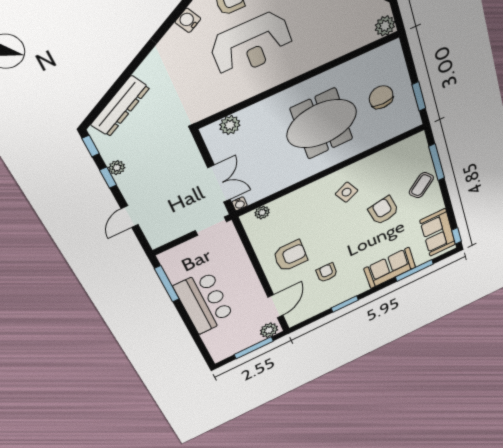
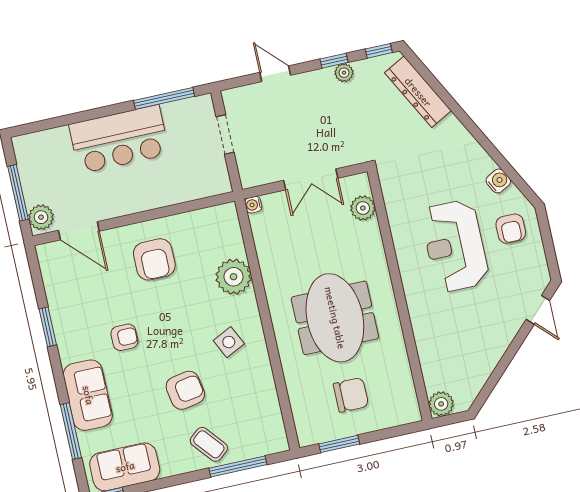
double door: (219, 184) -> (311, 179), moved
plant: (262, 213) -> (234, 277), moved, width x1.88, depth x1.88
doorway: (211, 226) -> (225, 135), moved
armchair: (327, 273) -> (124, 337), moved

